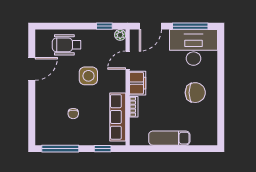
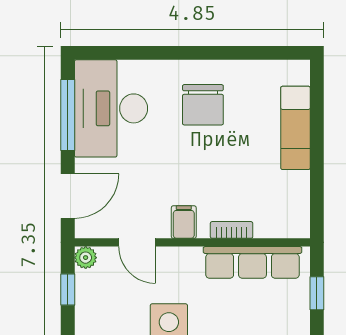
door: (150, 26) -> (68, 196), hinge flipped
filing cabinet: (138, 83) -> (184, 222), width x0.50
chair: (195, 93) -> (203, 105), turned 180
exam couch: (169, 138) -> (295, 128), moved

